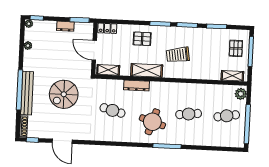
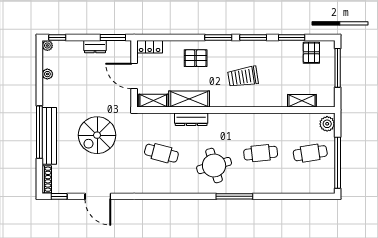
pallet: (236, 48) -> (311, 53), moved
shelving: (147, 70) -> (189, 99), moved
shelving: (232, 76) -> (302, 101), moved
round table: (152, 122) -> (214, 166), turned -34

